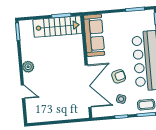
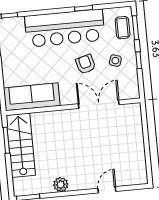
plant: (28, 67) -> (61, 185), moved
double door: (88, 86) -> (99, 104), width x0.73

